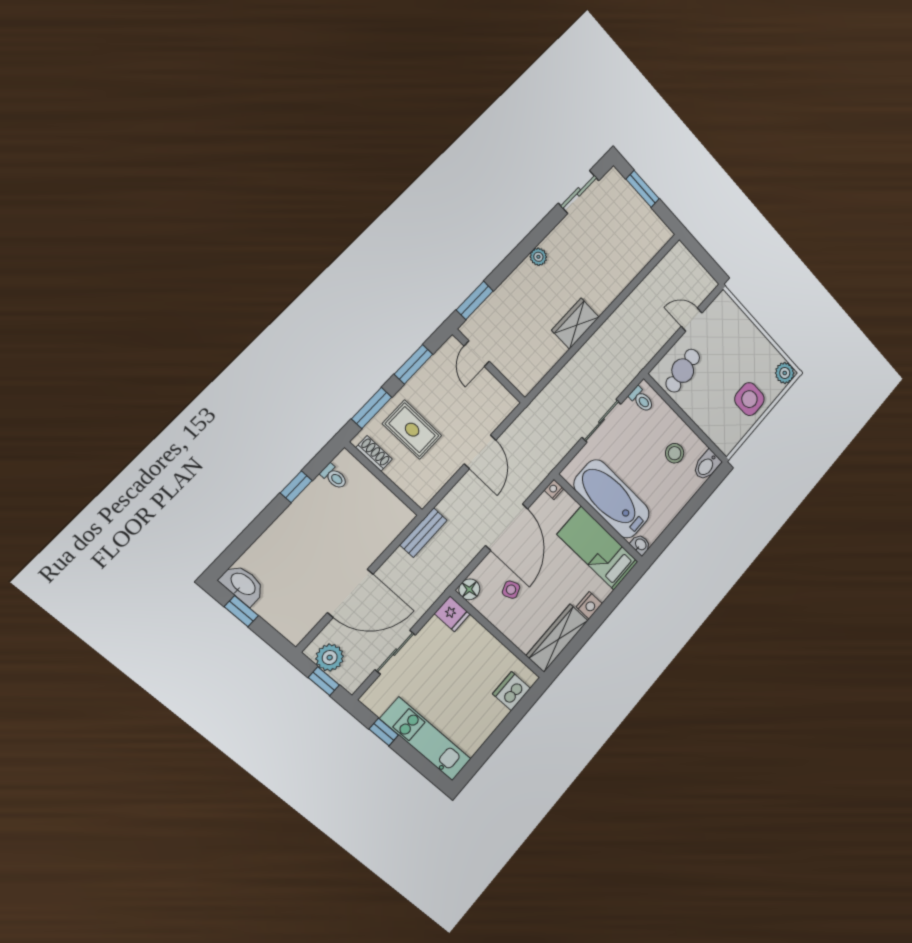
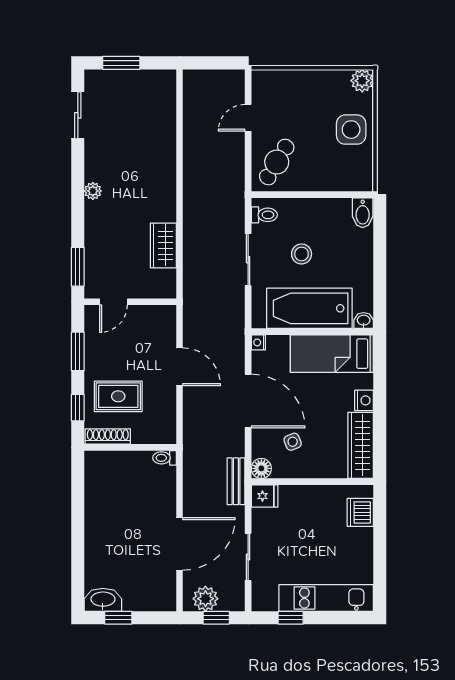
wardrobe: (575, 324) -> (163, 245), moved
door: (477, 354) -> (113, 302), hinge flipped
cafe table: (683, 371) -> (277, 162), turned 38
window: (372, 408) -> (78, 408), width x0.67
shoe rack: (374, 453) -> (108, 436), width x1.43
stool: (675, 453) -> (302, 254), moved
toilet: (334, 477) -> (165, 458), moved, turned 180
window: (296, 487) -> (78, 506), removed
bench: (423, 533) -> (236, 481), moved

